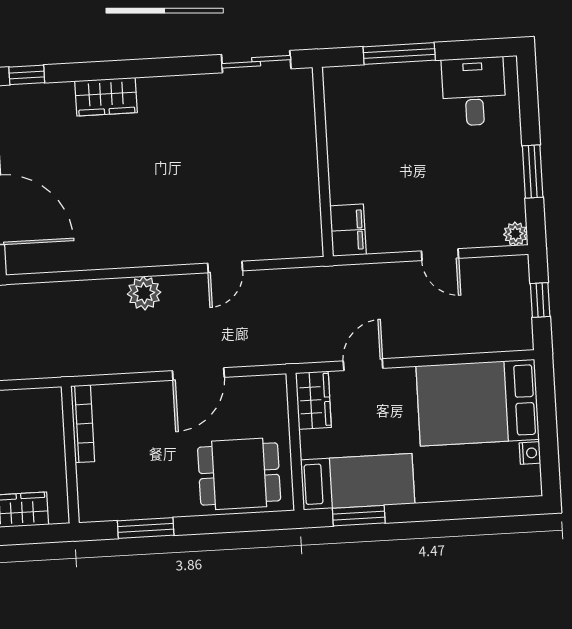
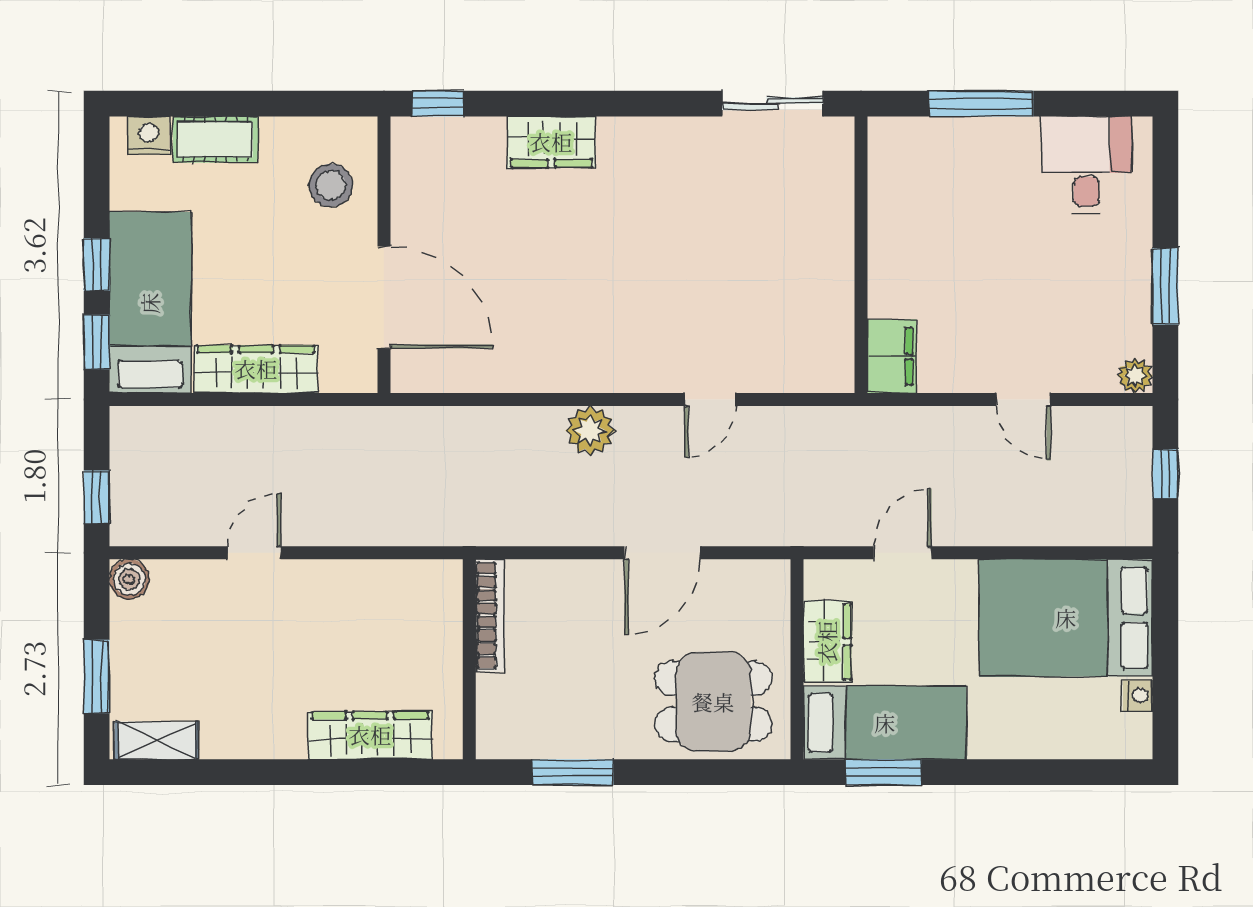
wardrobe: (313, 400) -> (827, 642), moved

